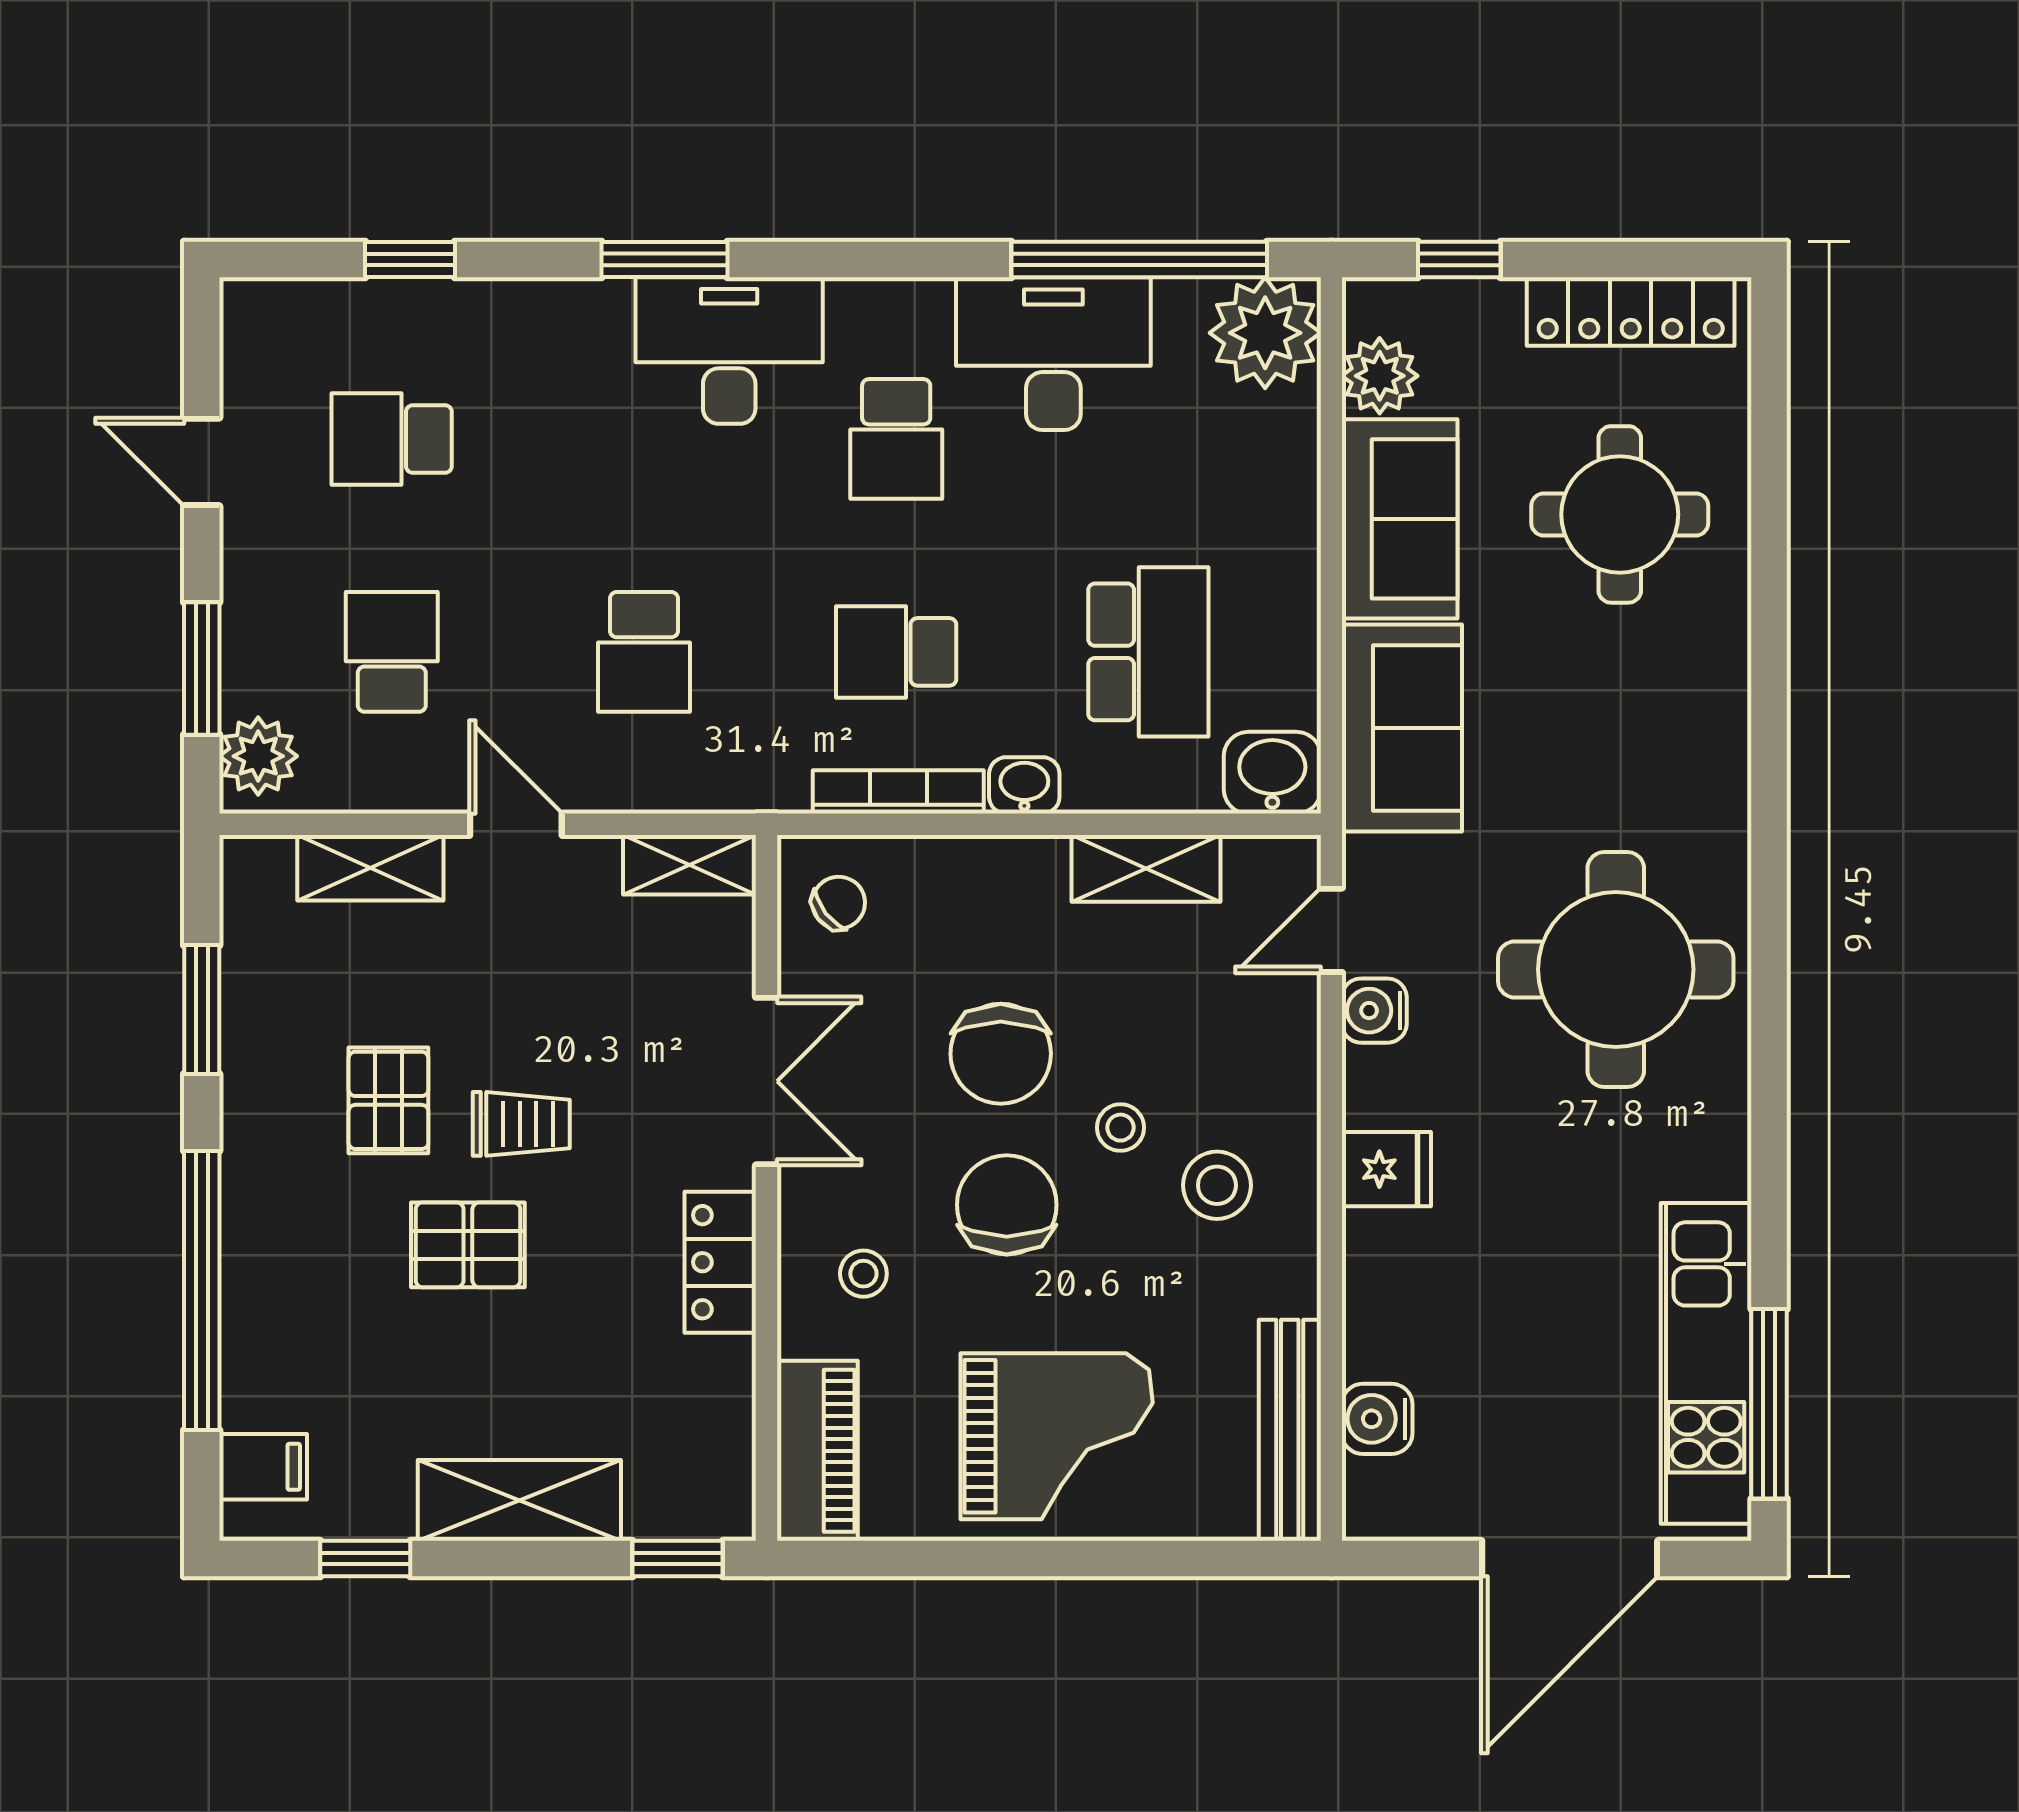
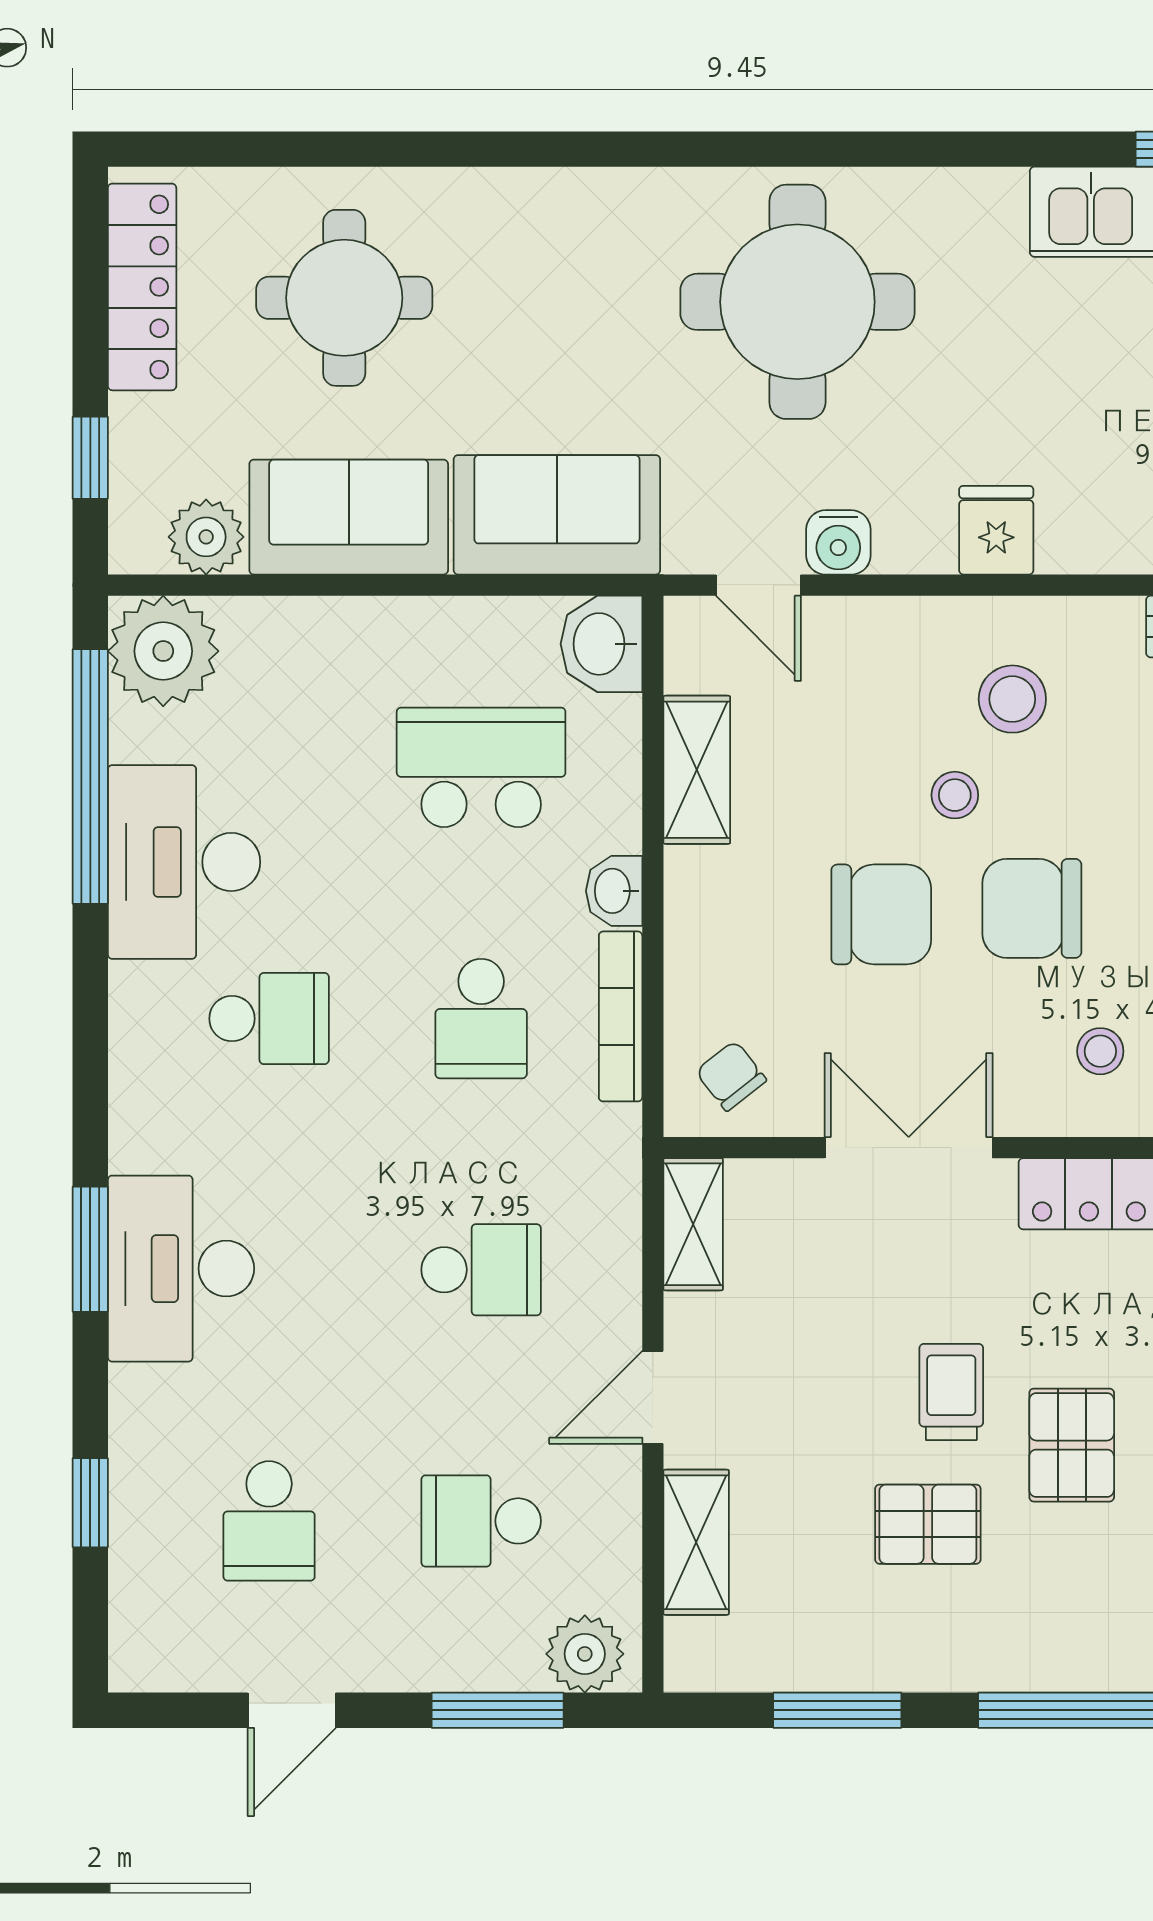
desk: (729, 351) -> (181, 1269), moved

